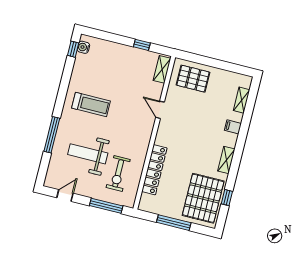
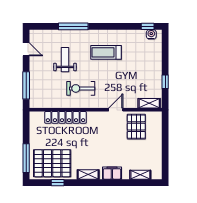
pallet: (193, 79) -> (136, 127), moved
treadmill: (91, 104) -> (106, 52), turned 90
filing cabinet: (233, 127) -> (112, 173), width x2.00
weight bench: (88, 154) -> (65, 60), width x0.73, depth x0.75
exercise bike: (118, 173) -> (81, 88), moved
window: (174, 223) -> (26, 158), moved

